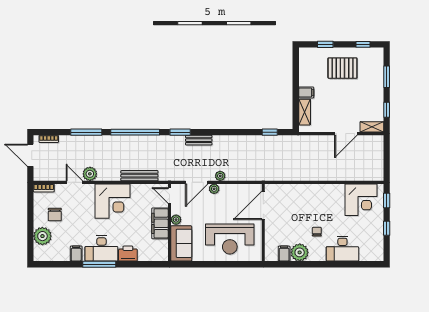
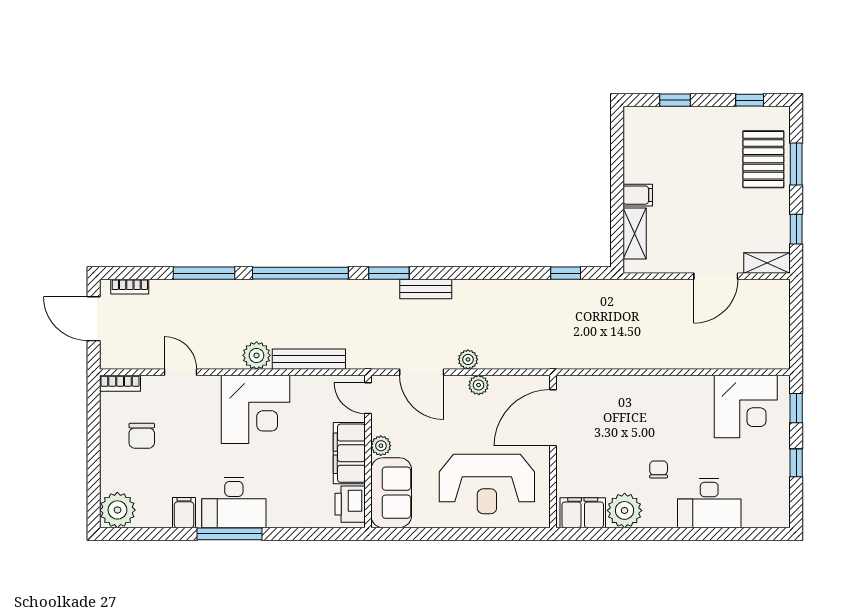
pallet: (342, 68) -> (763, 159), moved, turned 90
plant: (90, 174) -> (257, 355), moved
door: (197, 182) -> (422, 372), hinge flipped
plant: (214, 189) -> (479, 385), moved
plant: (42, 236) -> (117, 510), moved
printer: (128, 254) -> (350, 504), moved, turned -90
filing cabinet: (284, 254) -> (583, 513), width x2.00

